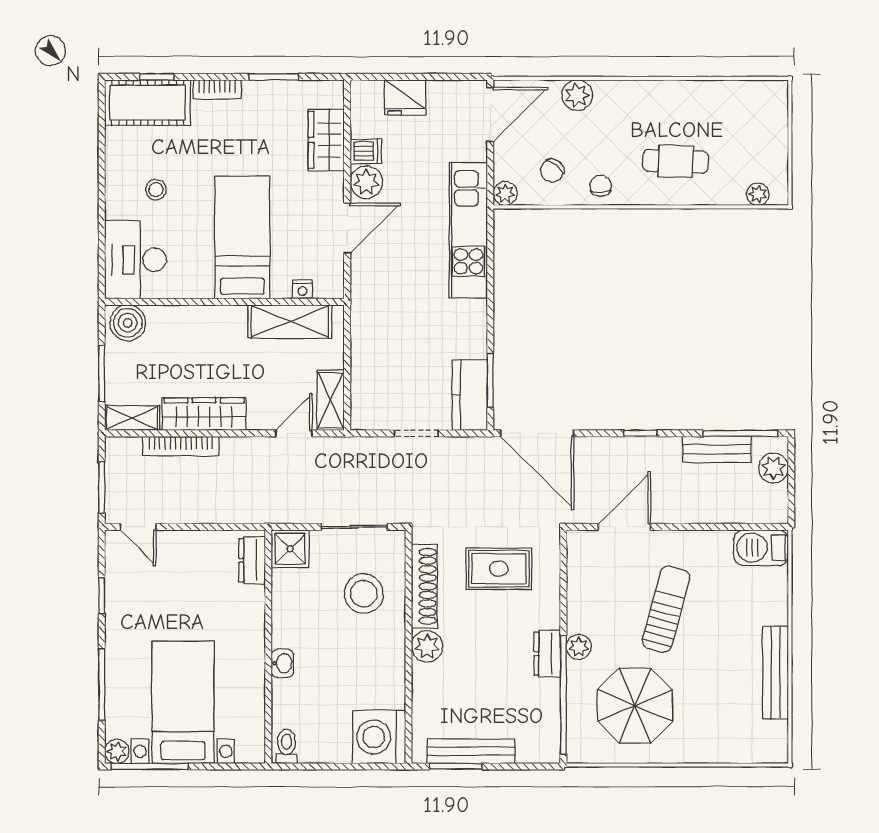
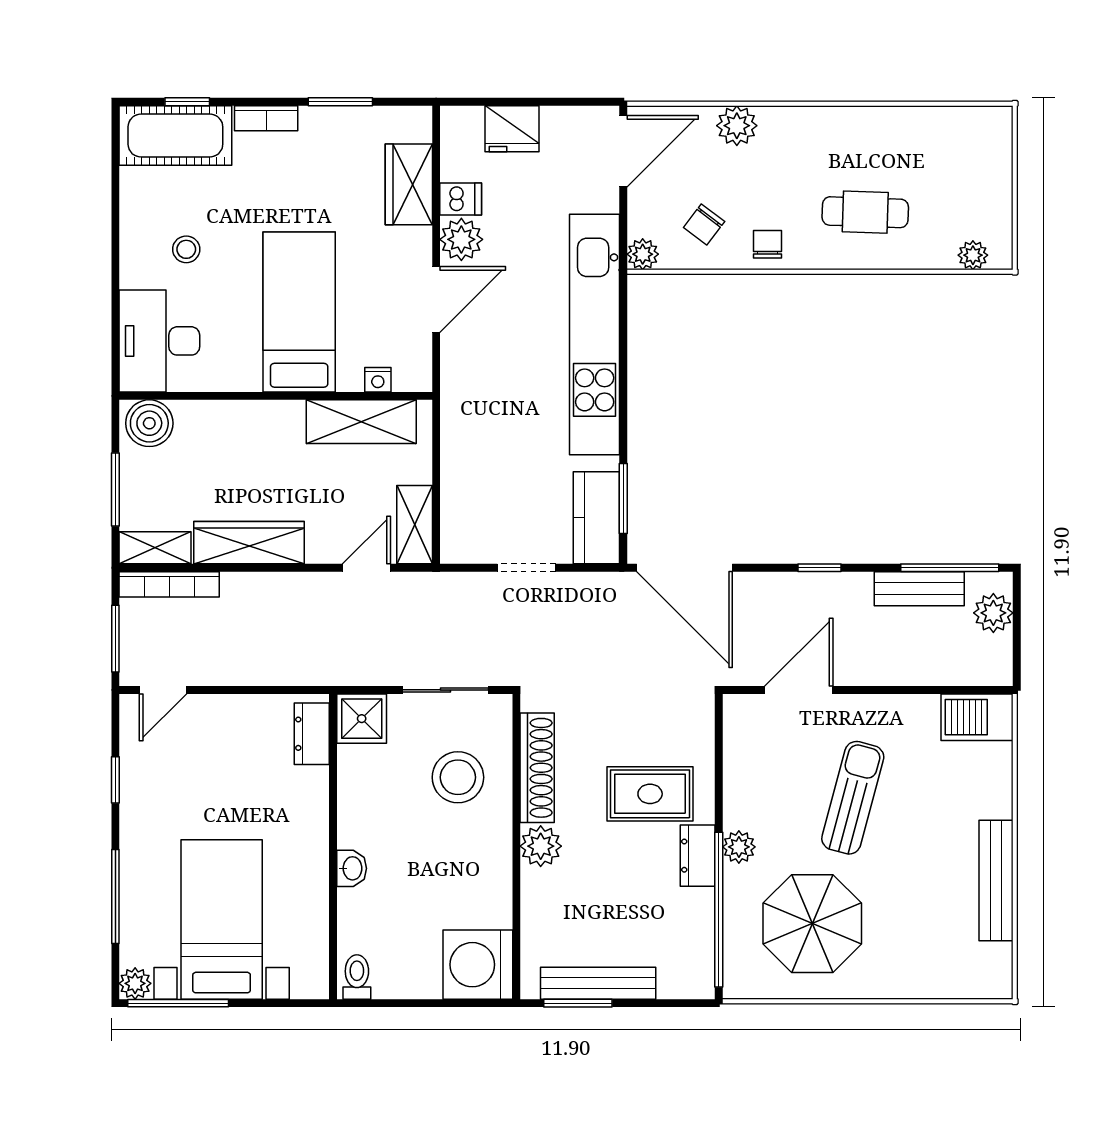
kitchen unit: (468, 230) -> (595, 334), width x1.36
bookcase: (181, 446) -> (169, 584), moved
door: (138, 527) -> (163, 690), hinge flipped
rug: (499, 569) -> (650, 794), moved

